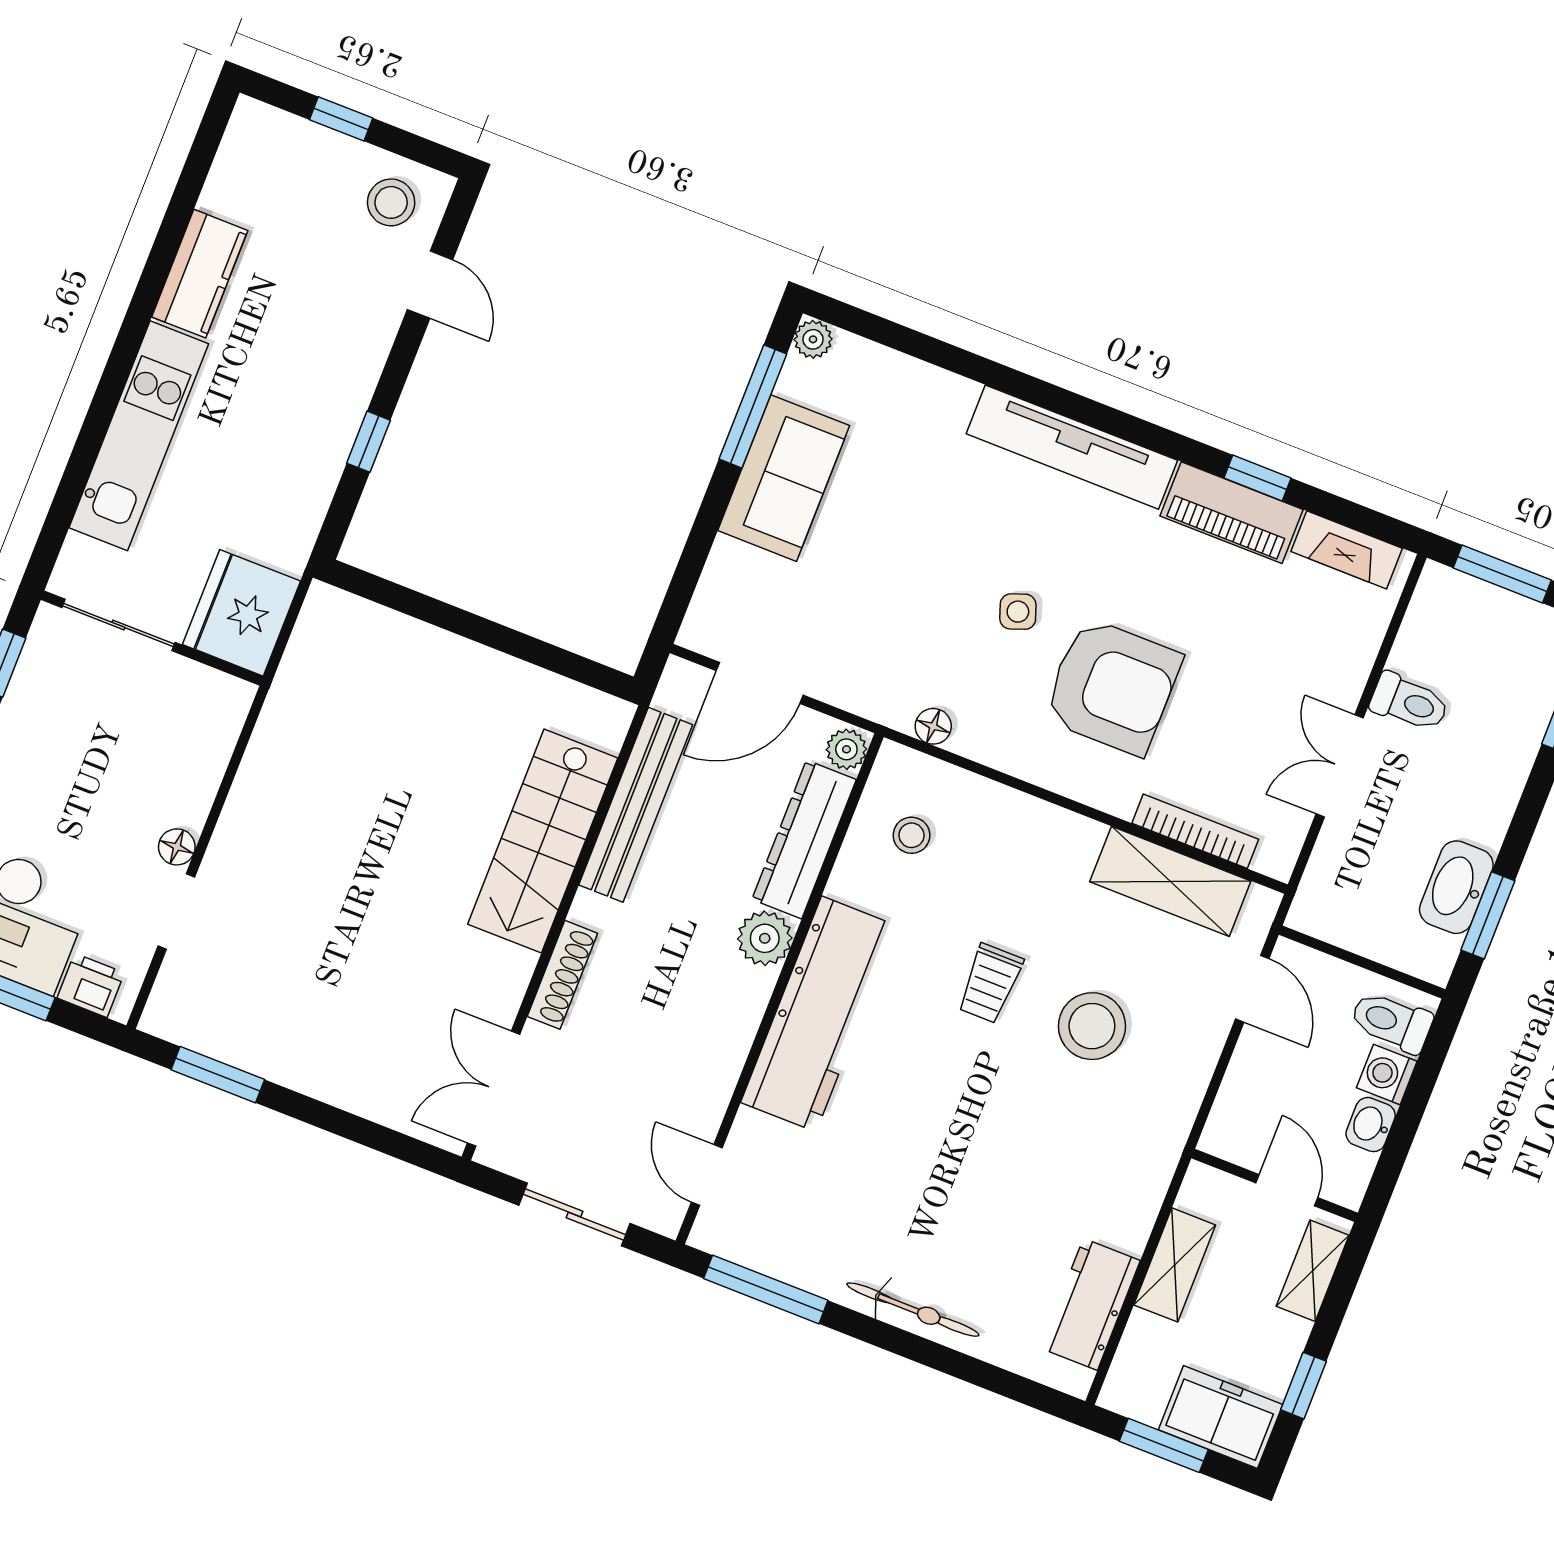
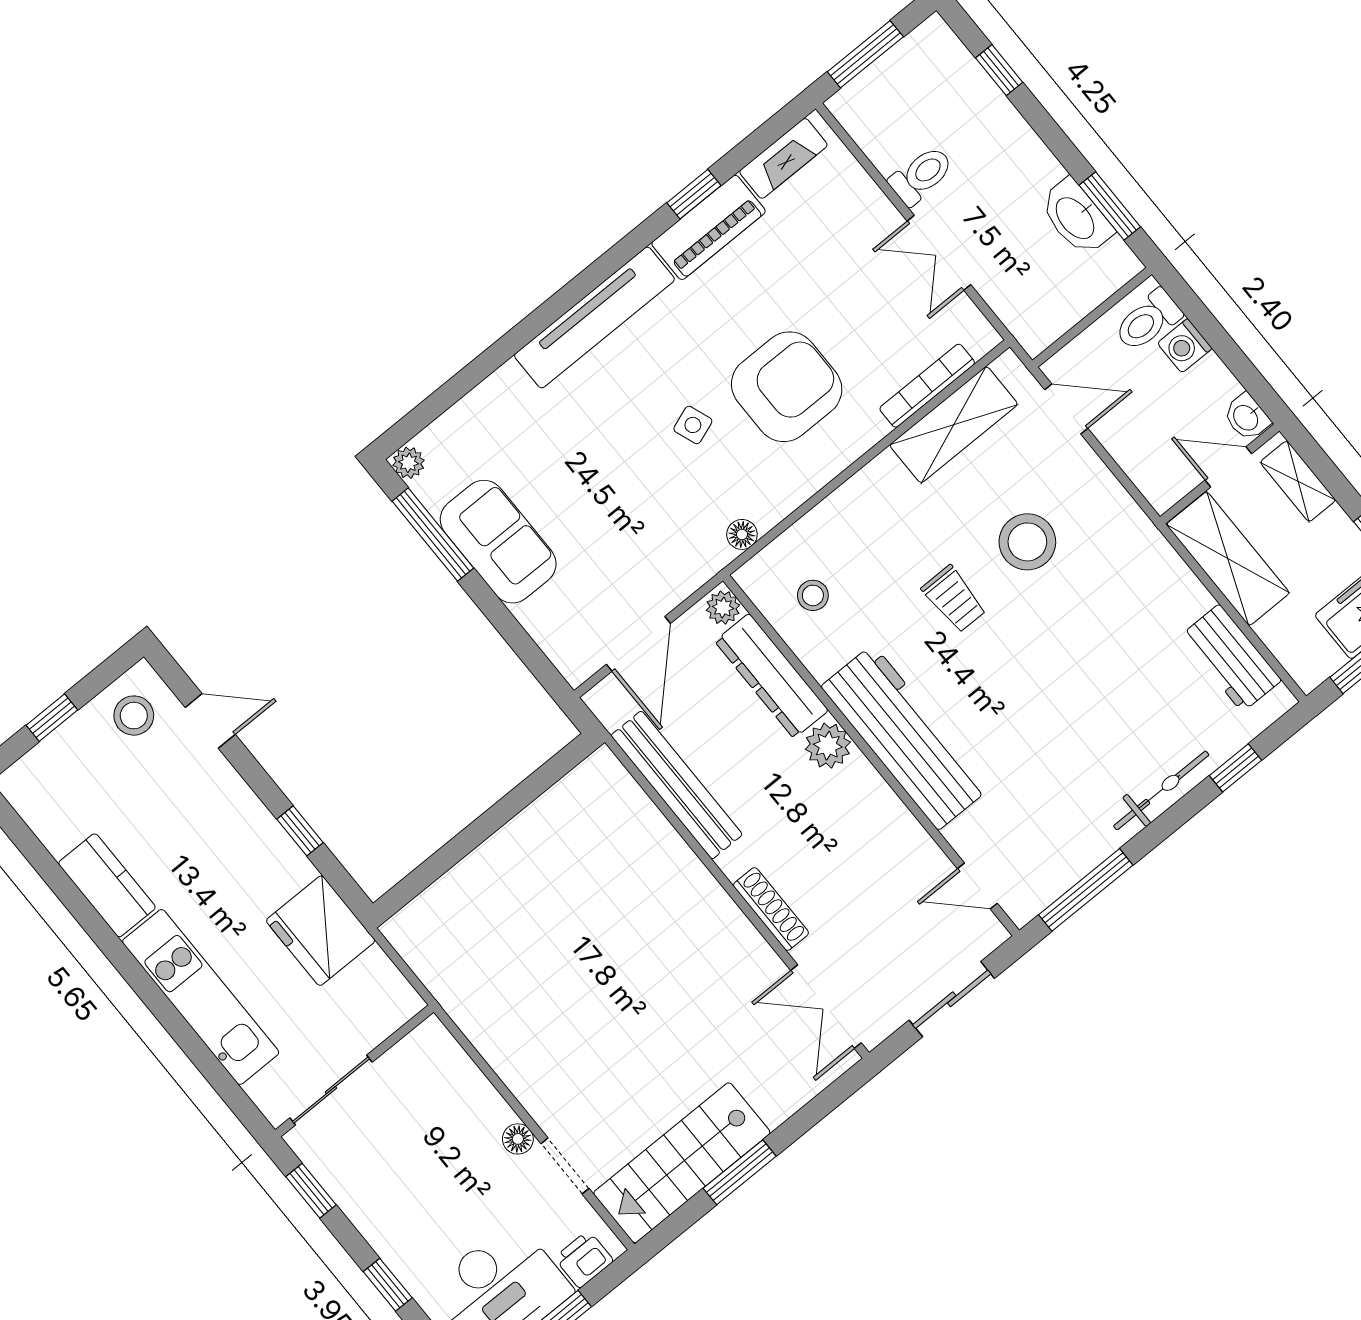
fridge: (241, 613) -> (321, 931), moved
stairs: (543, 841) -> (682, 1163), moved, turned 90
window: (218, 1075) -> (740, 1172), moved
washbasin: (1371, 1125) -> (1246, 417), moved
shelving: (1175, 1265) -> (1228, 559), width x1.50, depth x1.33
window: (980, 1373) -> (1235, 768), added

